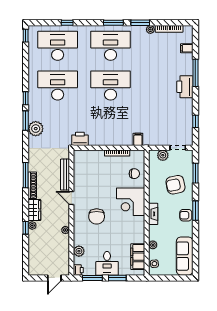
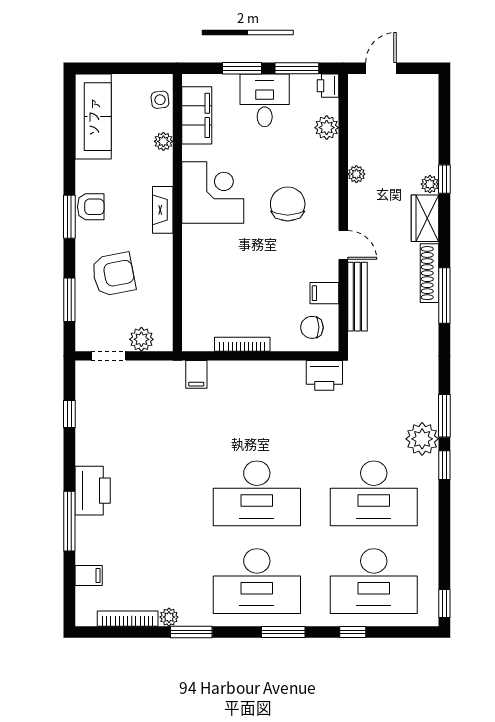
window: (113, 23) -> (283, 632), moved
plant: (36, 129) -> (422, 439), moved
chair: (134, 174) -> (312, 327), moved
filing cabinet: (80, 176) -> (324, 293), added
corner desk: (131, 202) -> (213, 193), moved

